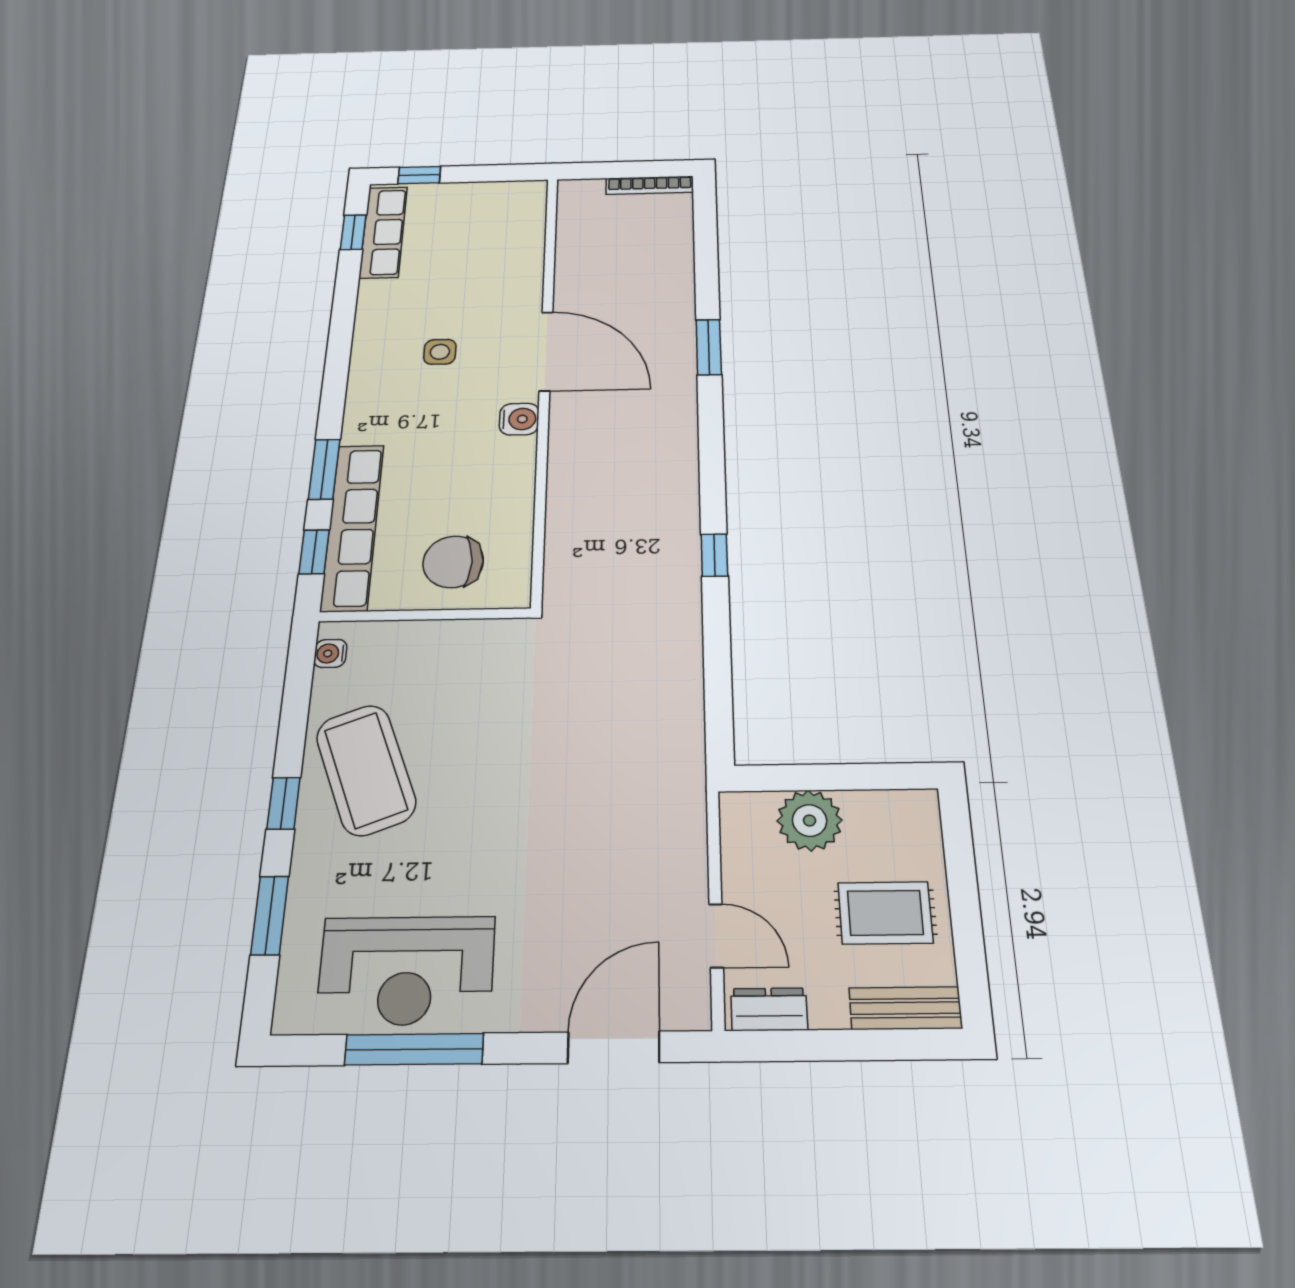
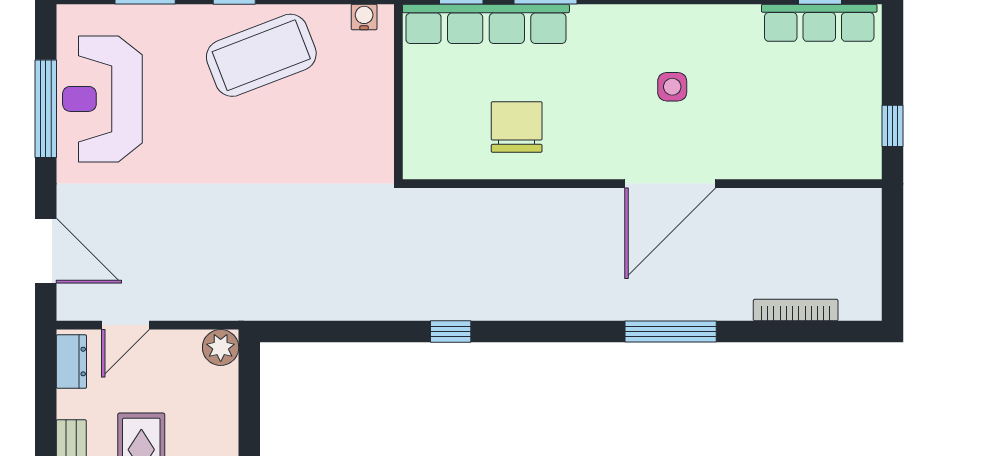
window: (419, 175) -> (893, 126), moved
bookcase: (650, 185) -> (796, 310), moved, turned 90
window: (709, 347) -> (671, 331), width x1.44
water cooler: (519, 419) -> (595, 162), removed
chair: (453, 562) -> (517, 127), moved
plant: (810, 821) -> (221, 347), moved, width x0.73, depth x0.73

